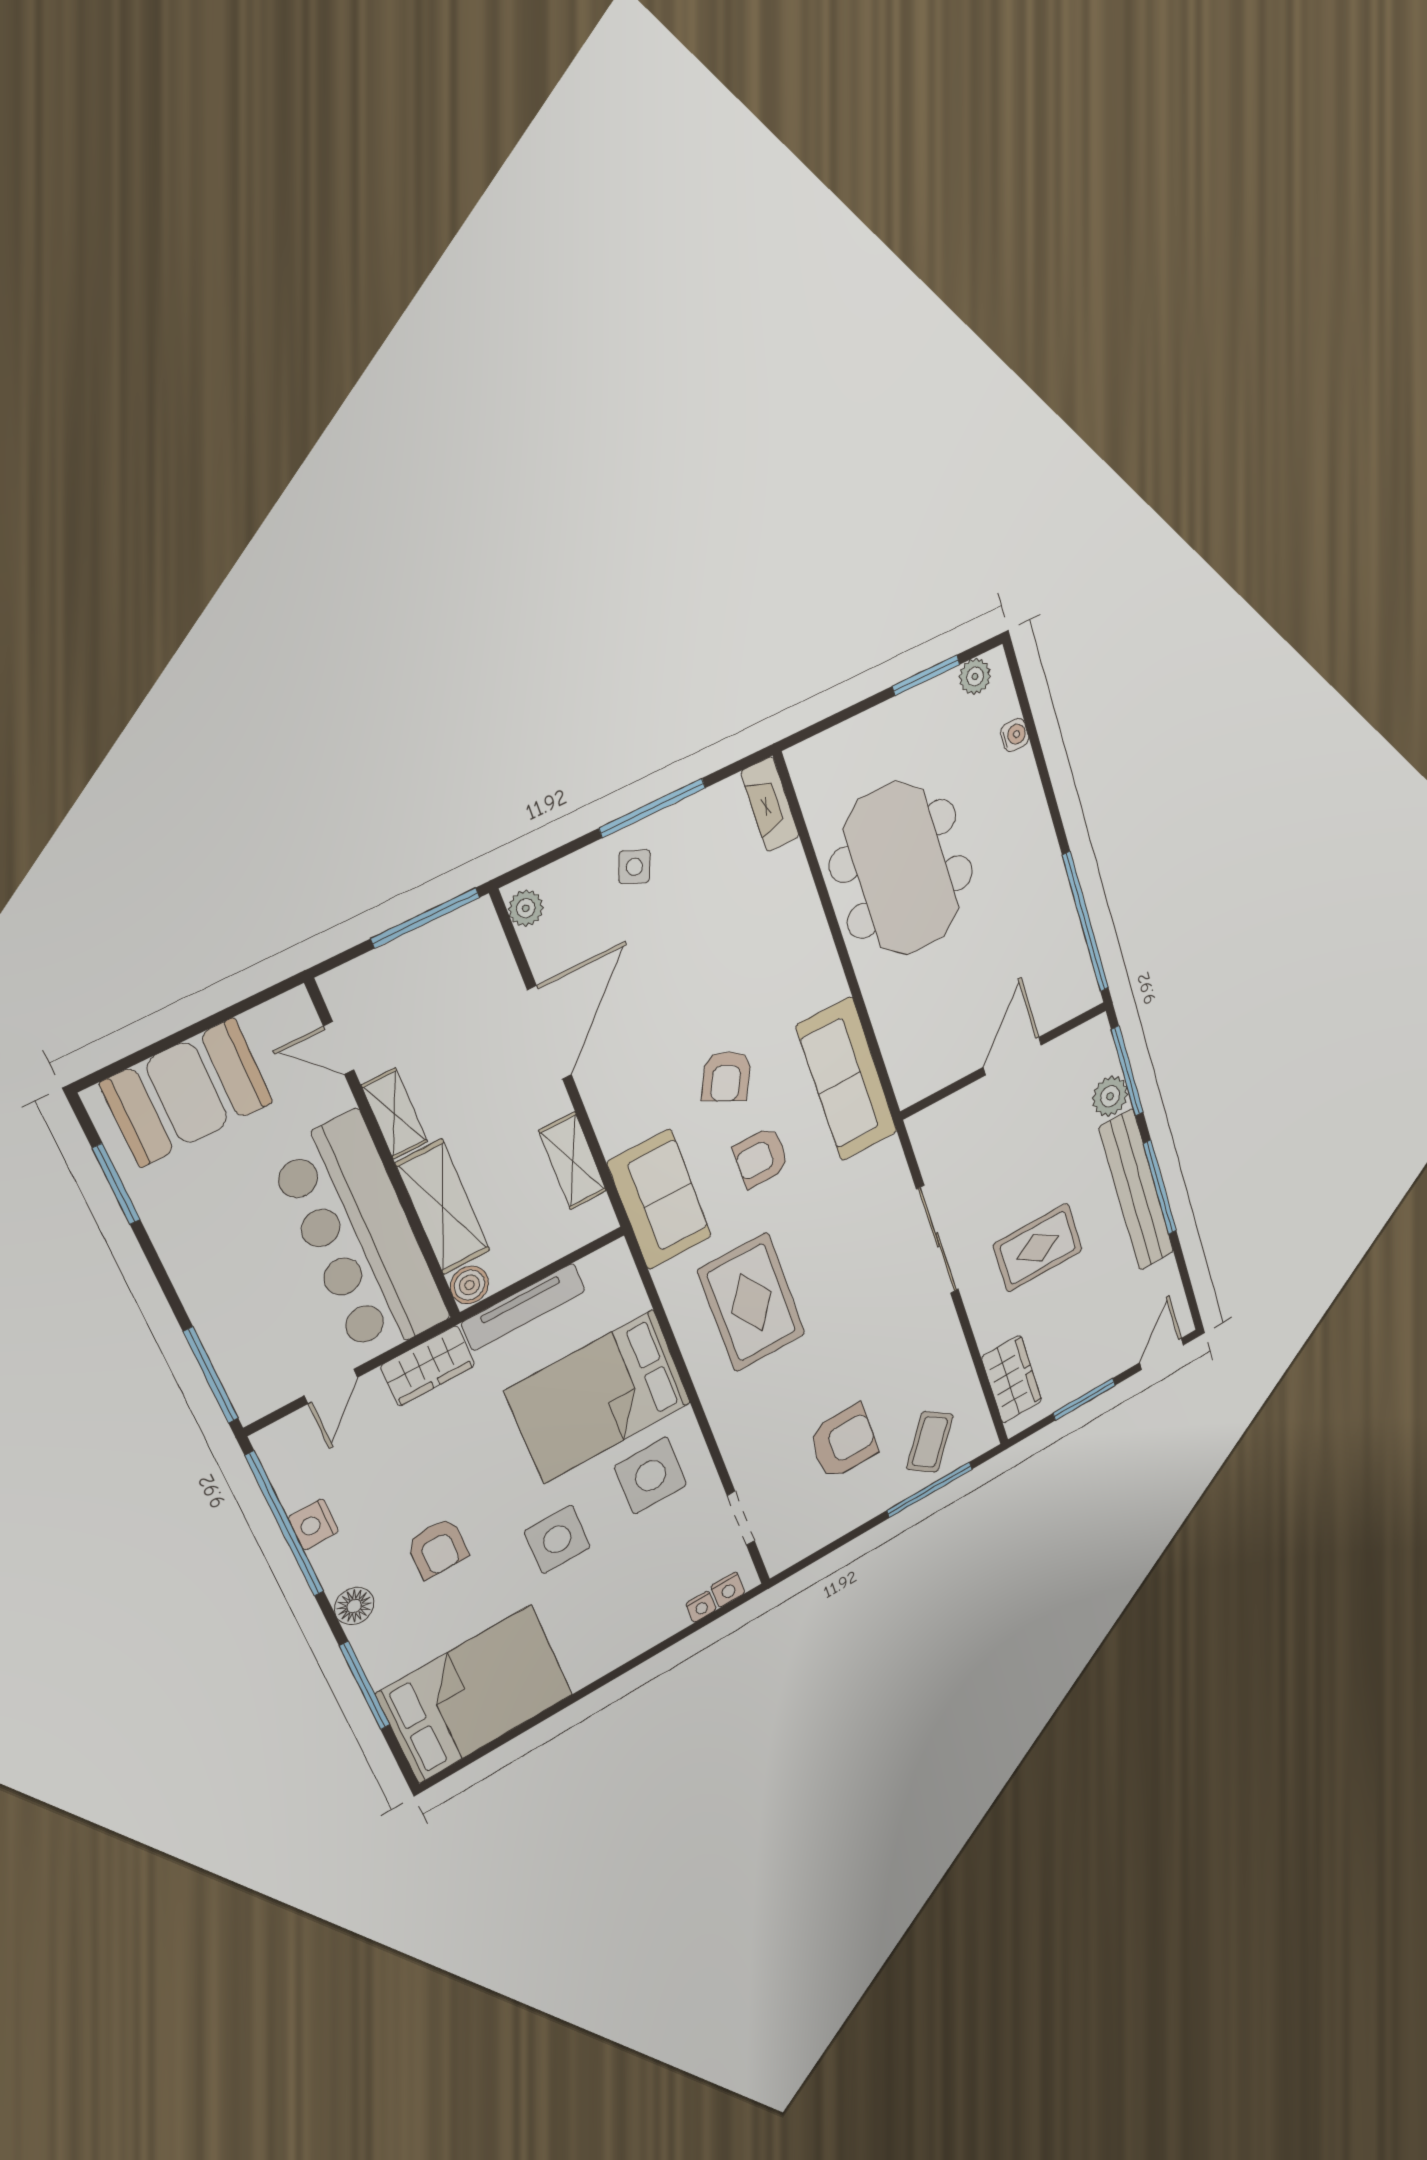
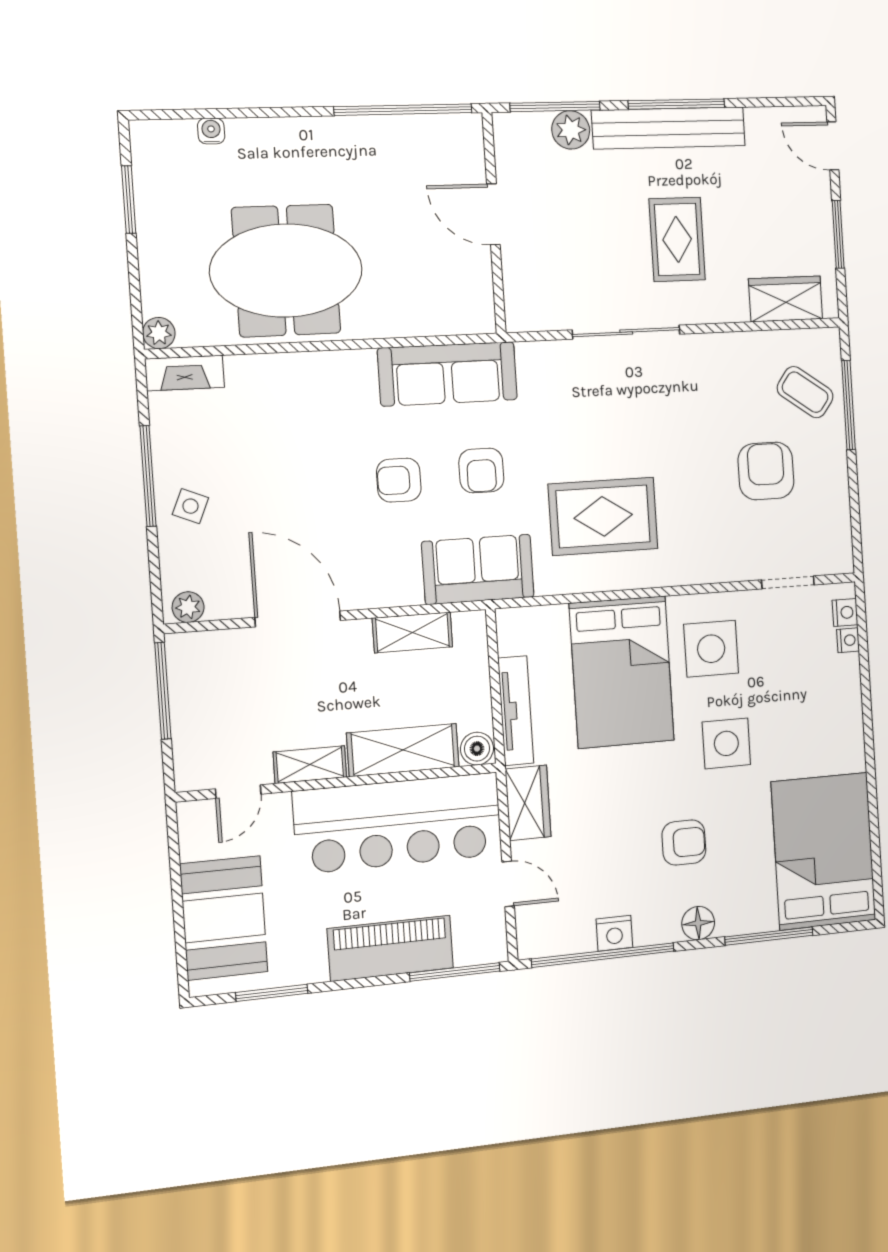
plant: (975, 676) -> (159, 333), moved
armchair: (726, 1076) -> (399, 480), turned 153
piano: (214, 1293) -> (391, 948), added

